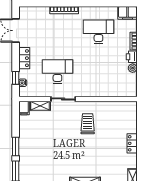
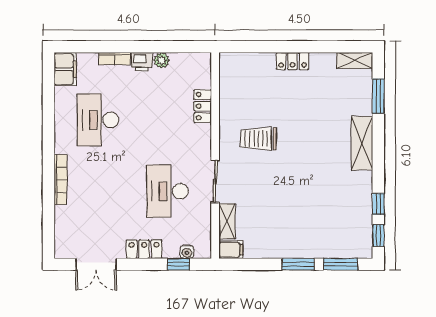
locker: (106, 92) -> (203, 106), added

